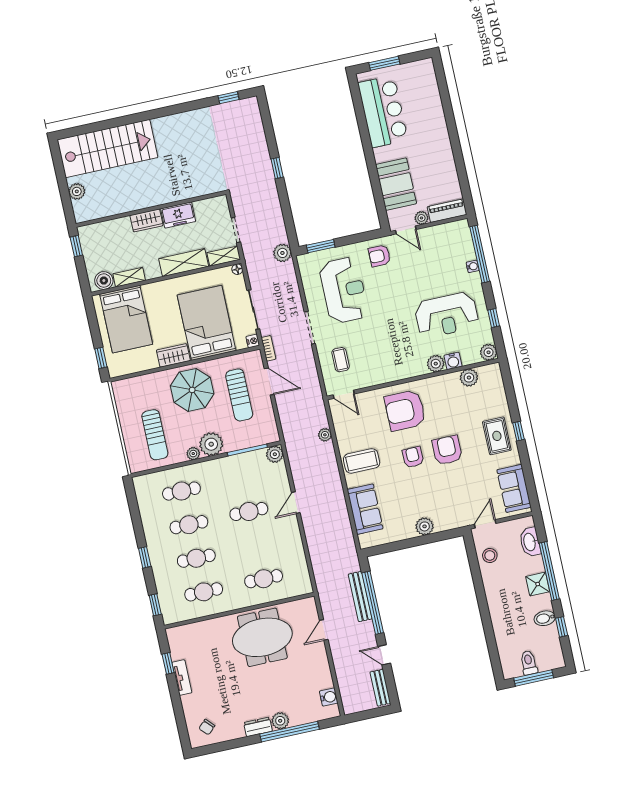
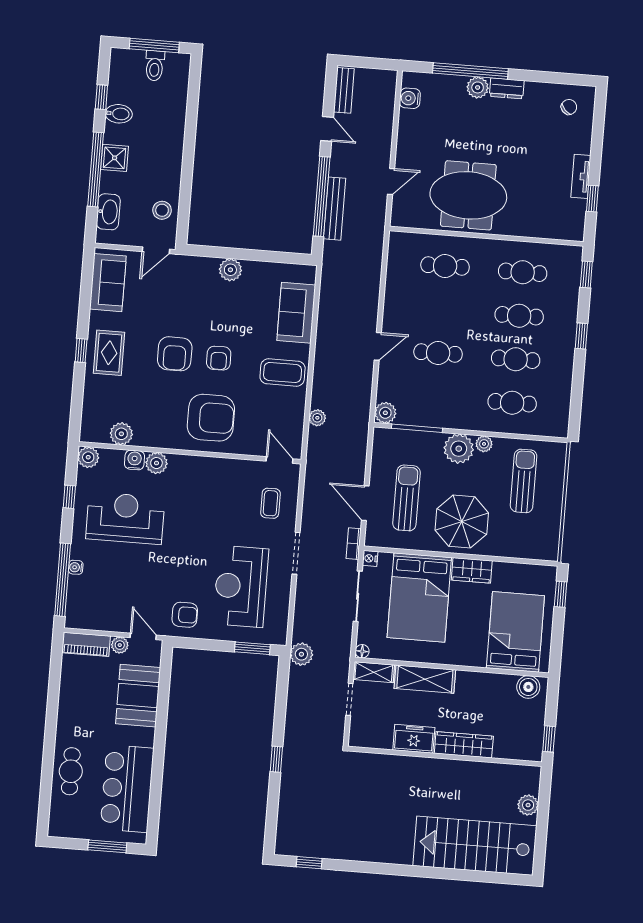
cafe table: (429, 112) -> (71, 771), added
wardrobe: (146, 220) -> (464, 745), width x1.50
shelving: (129, 277) -> (496, 682), removed

